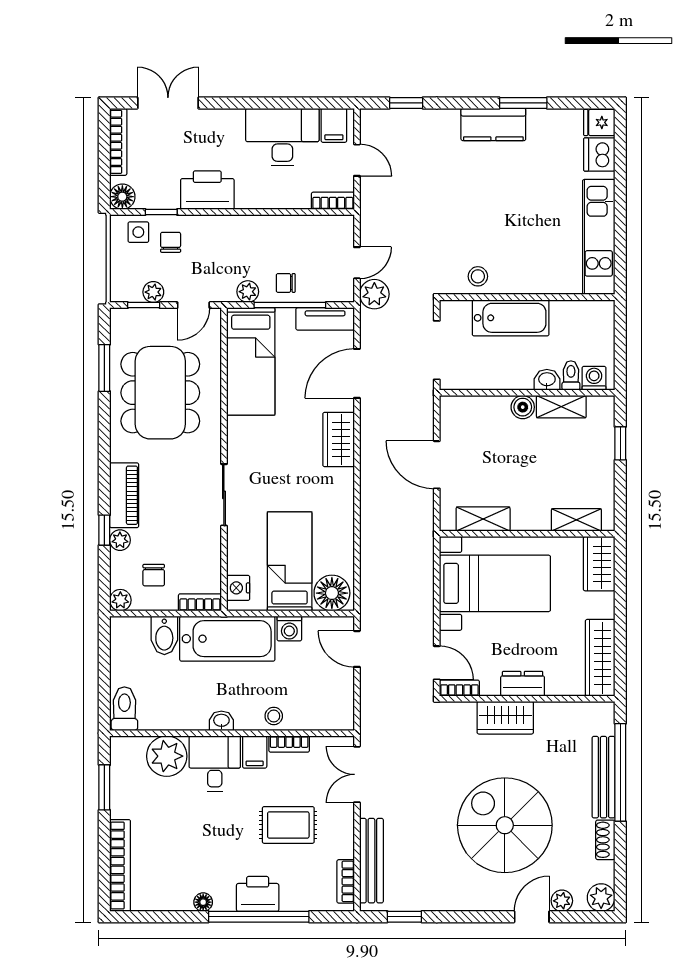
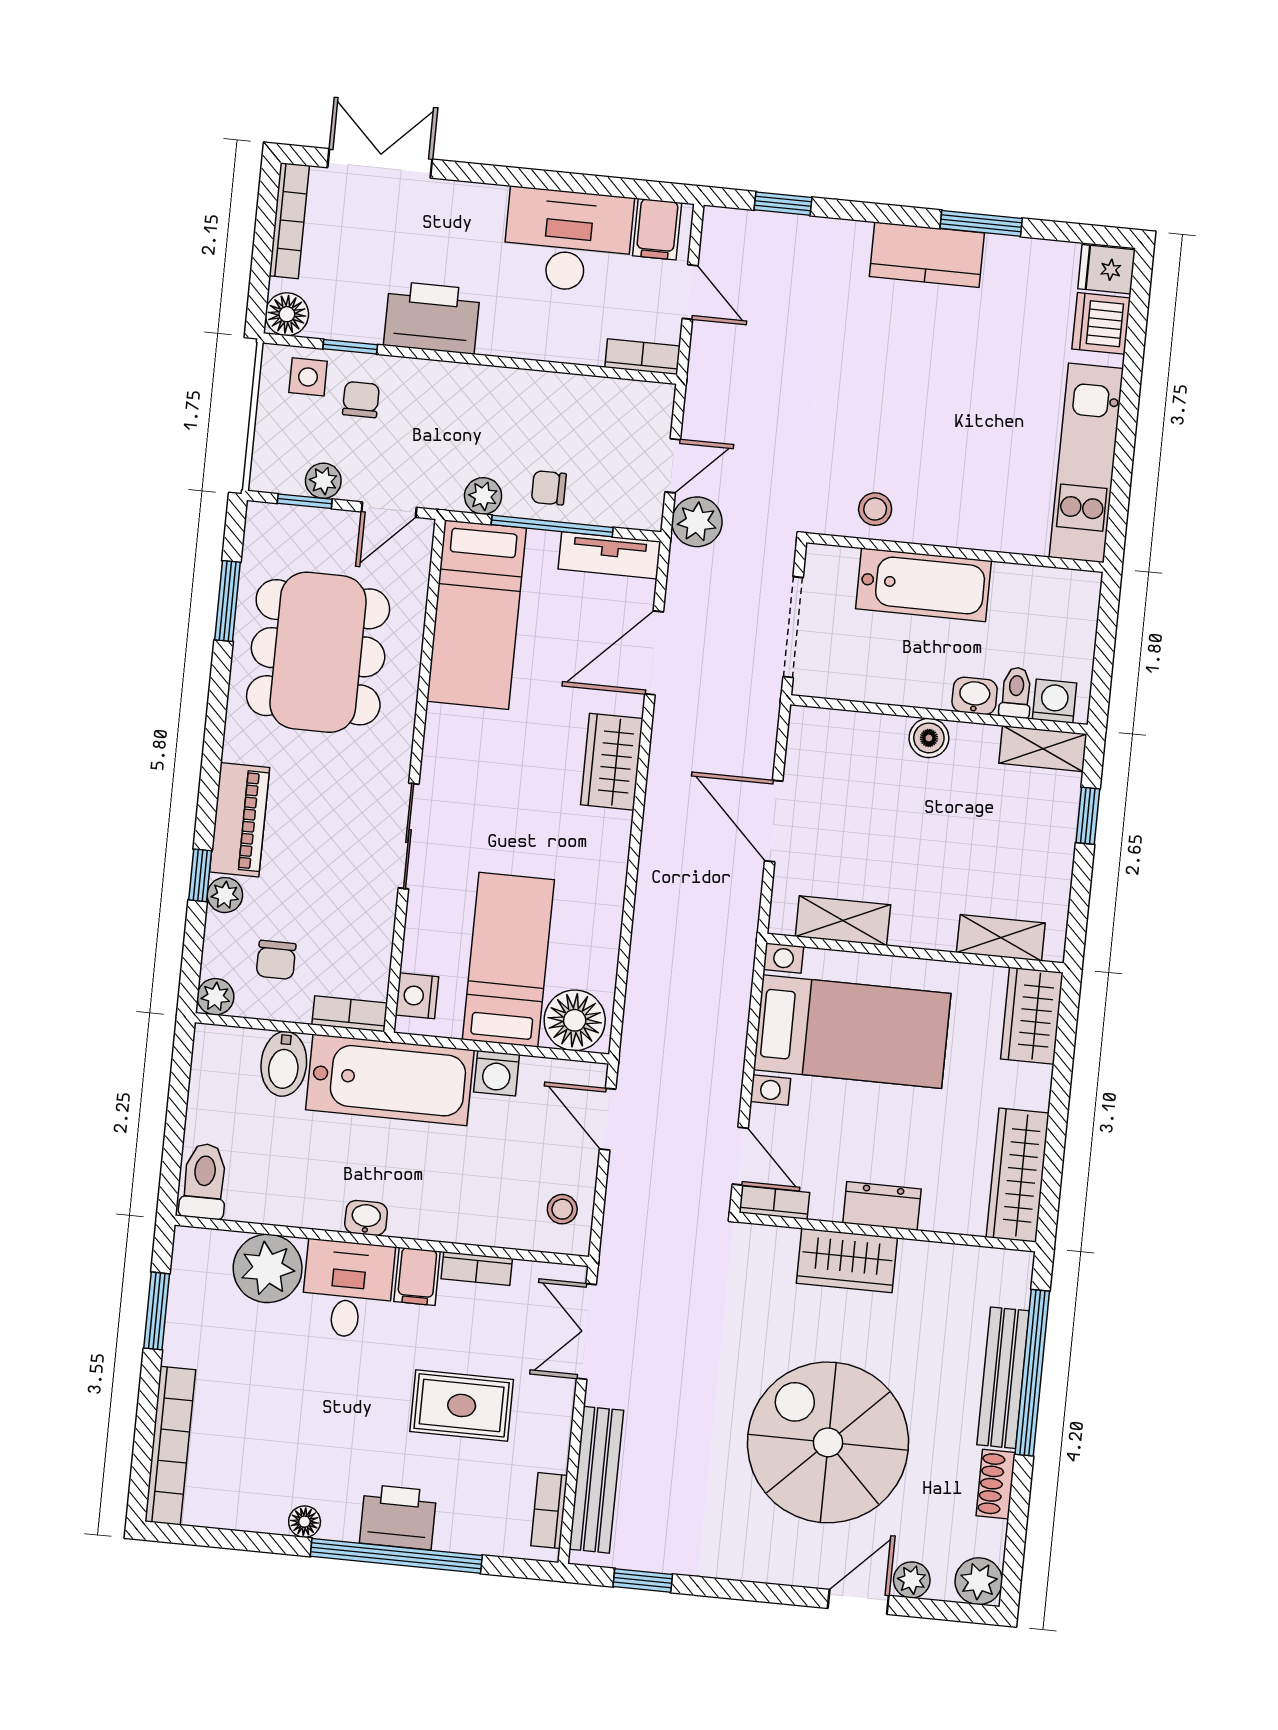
shelving: (561, 407) -> (1043, 749), moved
stool: (274, 716) -> (562, 1209), moved

